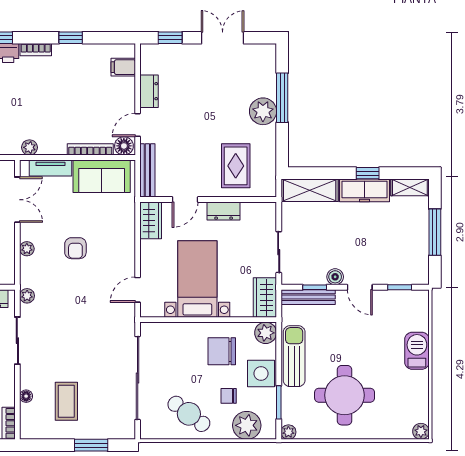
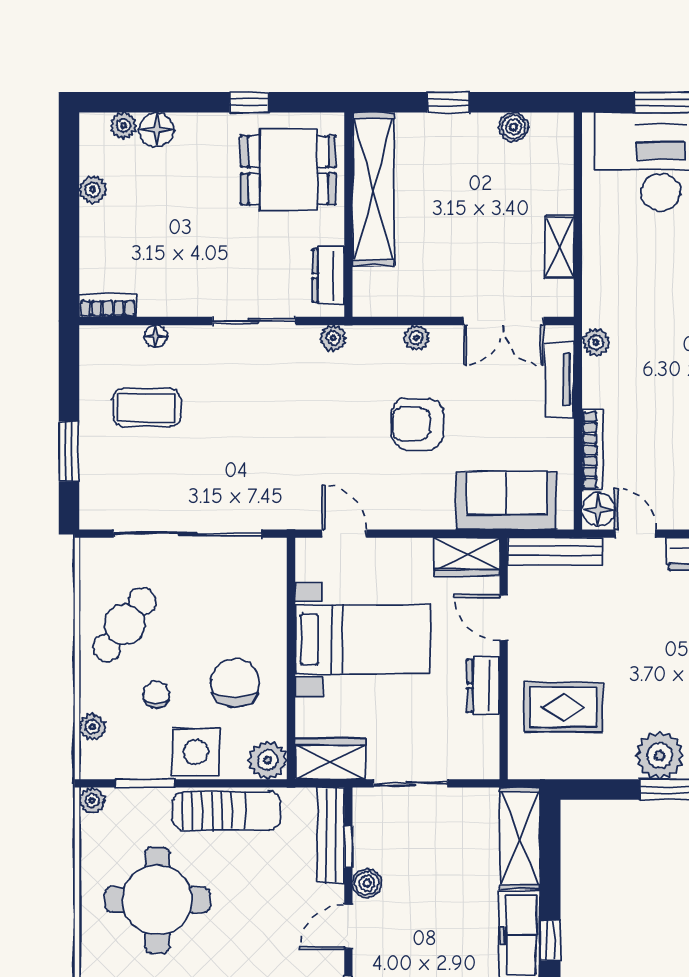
sofa: (102, 176) -> (506, 501), moved, turned 90
armchair: (75, 248) -> (417, 424), width x1.38, depth x1.38
plant: (247, 425) -> (92, 727), width x0.53, depth x0.53

